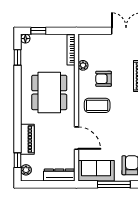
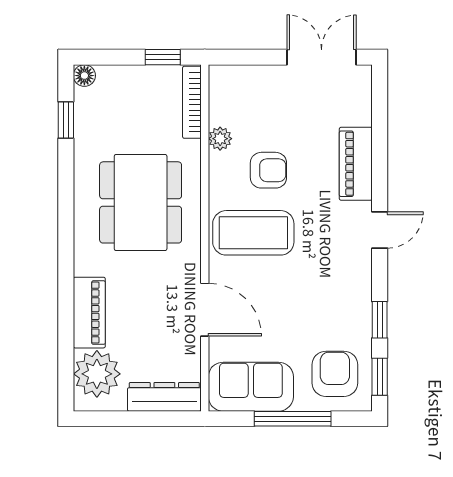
window: (38, 31) -> (163, 57), moved
armchair: (104, 79) -> (268, 170), turned 180
coffee table: (97, 105) -> (253, 233), width x1.36, depth x1.32
window: (17, 160) -> (66, 362), removed
plant: (26, 170) -> (97, 374), width x1.88, depth x1.88

